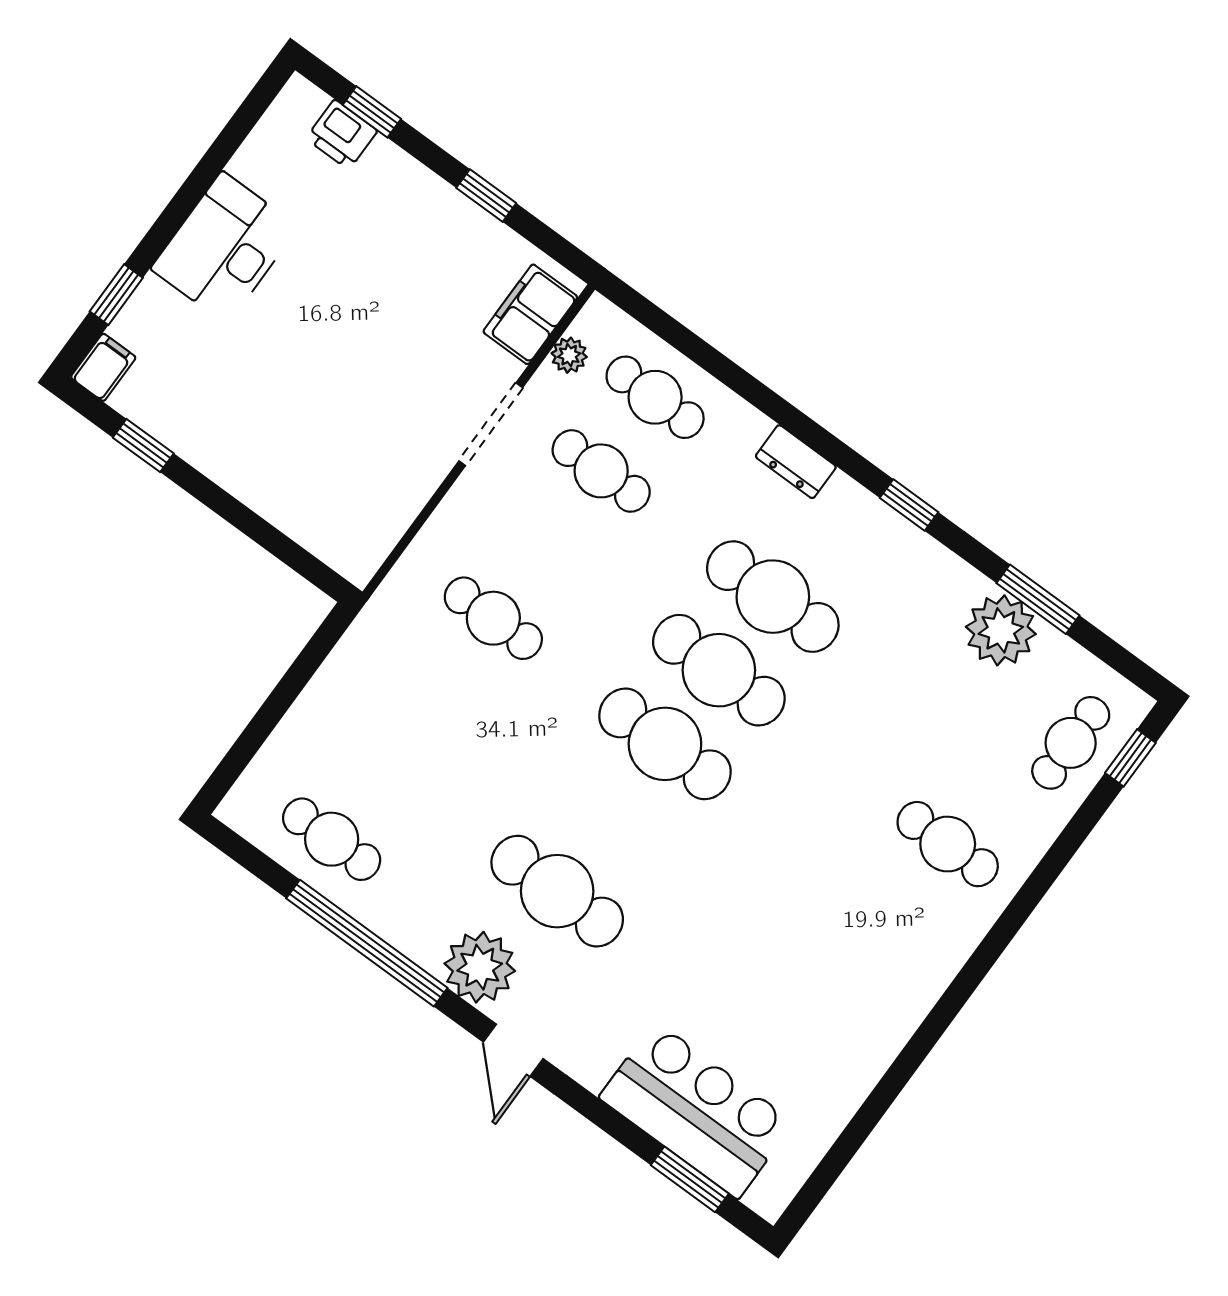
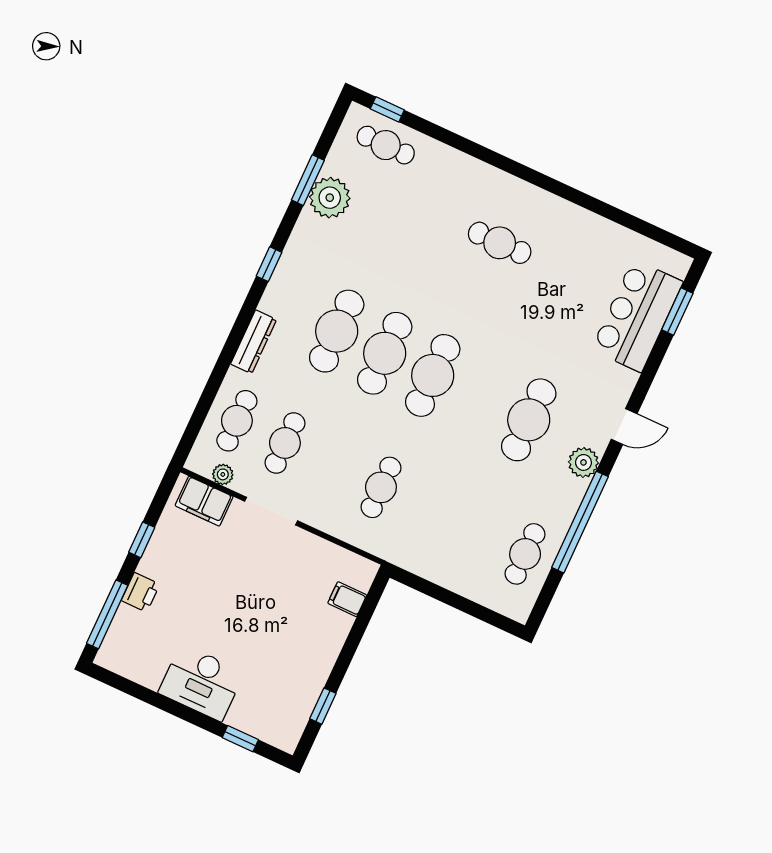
window: (372, 112) -> (107, 614), width x2.17
printer: (342, 135) -> (141, 592), moved
filing cabinet: (103, 367) -> (347, 599), moved
dresser: (796, 462) -> (254, 342), width x1.44
cafe table: (948, 844) -> (500, 243), moved, turned 90
plant: (480, 967) -> (583, 462), width x0.73, depth x0.73

